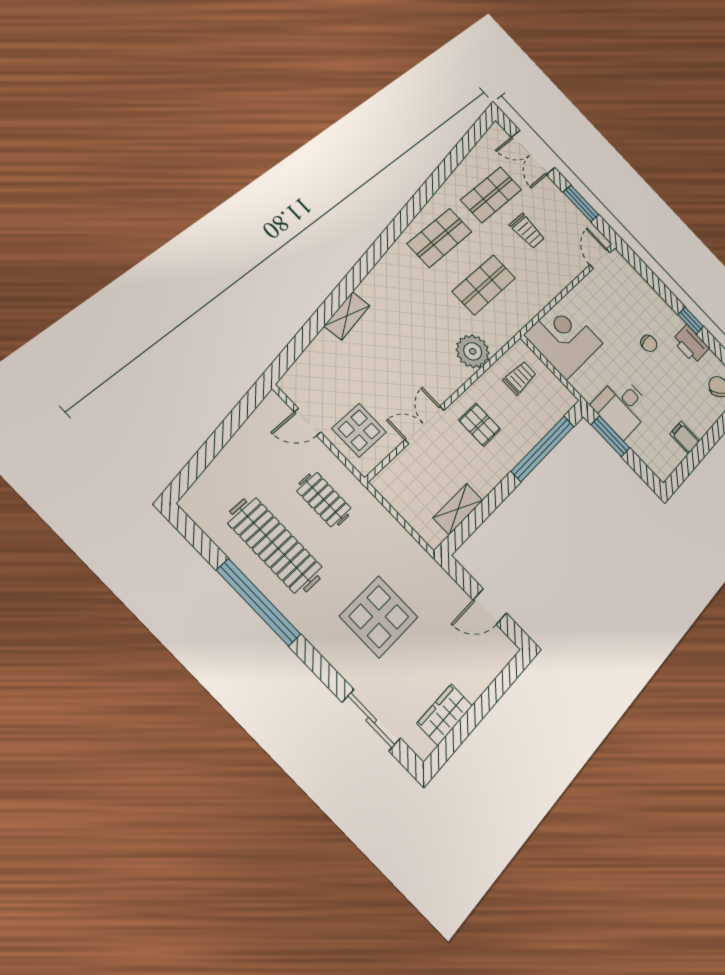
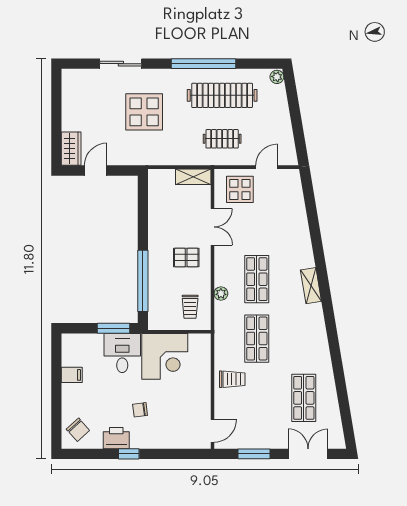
trolley: (527, 231) -> (232, 379), moved, turned 180
shop shelf: (440, 238) -> (257, 279), moved
door: (600, 259) -> (212, 431), hinge flipped
shelving: (347, 316) -> (311, 286), moved
corner desk: (564, 339) -> (165, 356), moved
plant: (473, 351) -> (221, 294), width x0.53, depth x0.53
plant: (192, 501) -> (277, 77), added
shelving: (458, 509) -> (193, 177), moved, turned 90
wardrobe: (445, 715) -> (71, 149), moved
sliding door: (371, 720) -> (121, 64), moved

